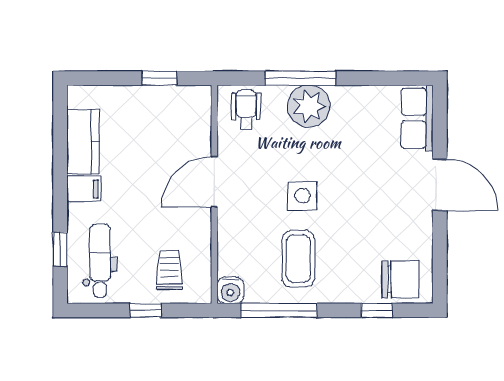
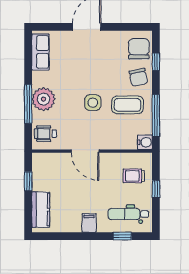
row of seats: (417, 118) -> (41, 52), moved, turned -90
kitchen counter: (83, 142) -> (41, 210), moved, turned 90
chair: (348, 278) -> (138, 77), added

